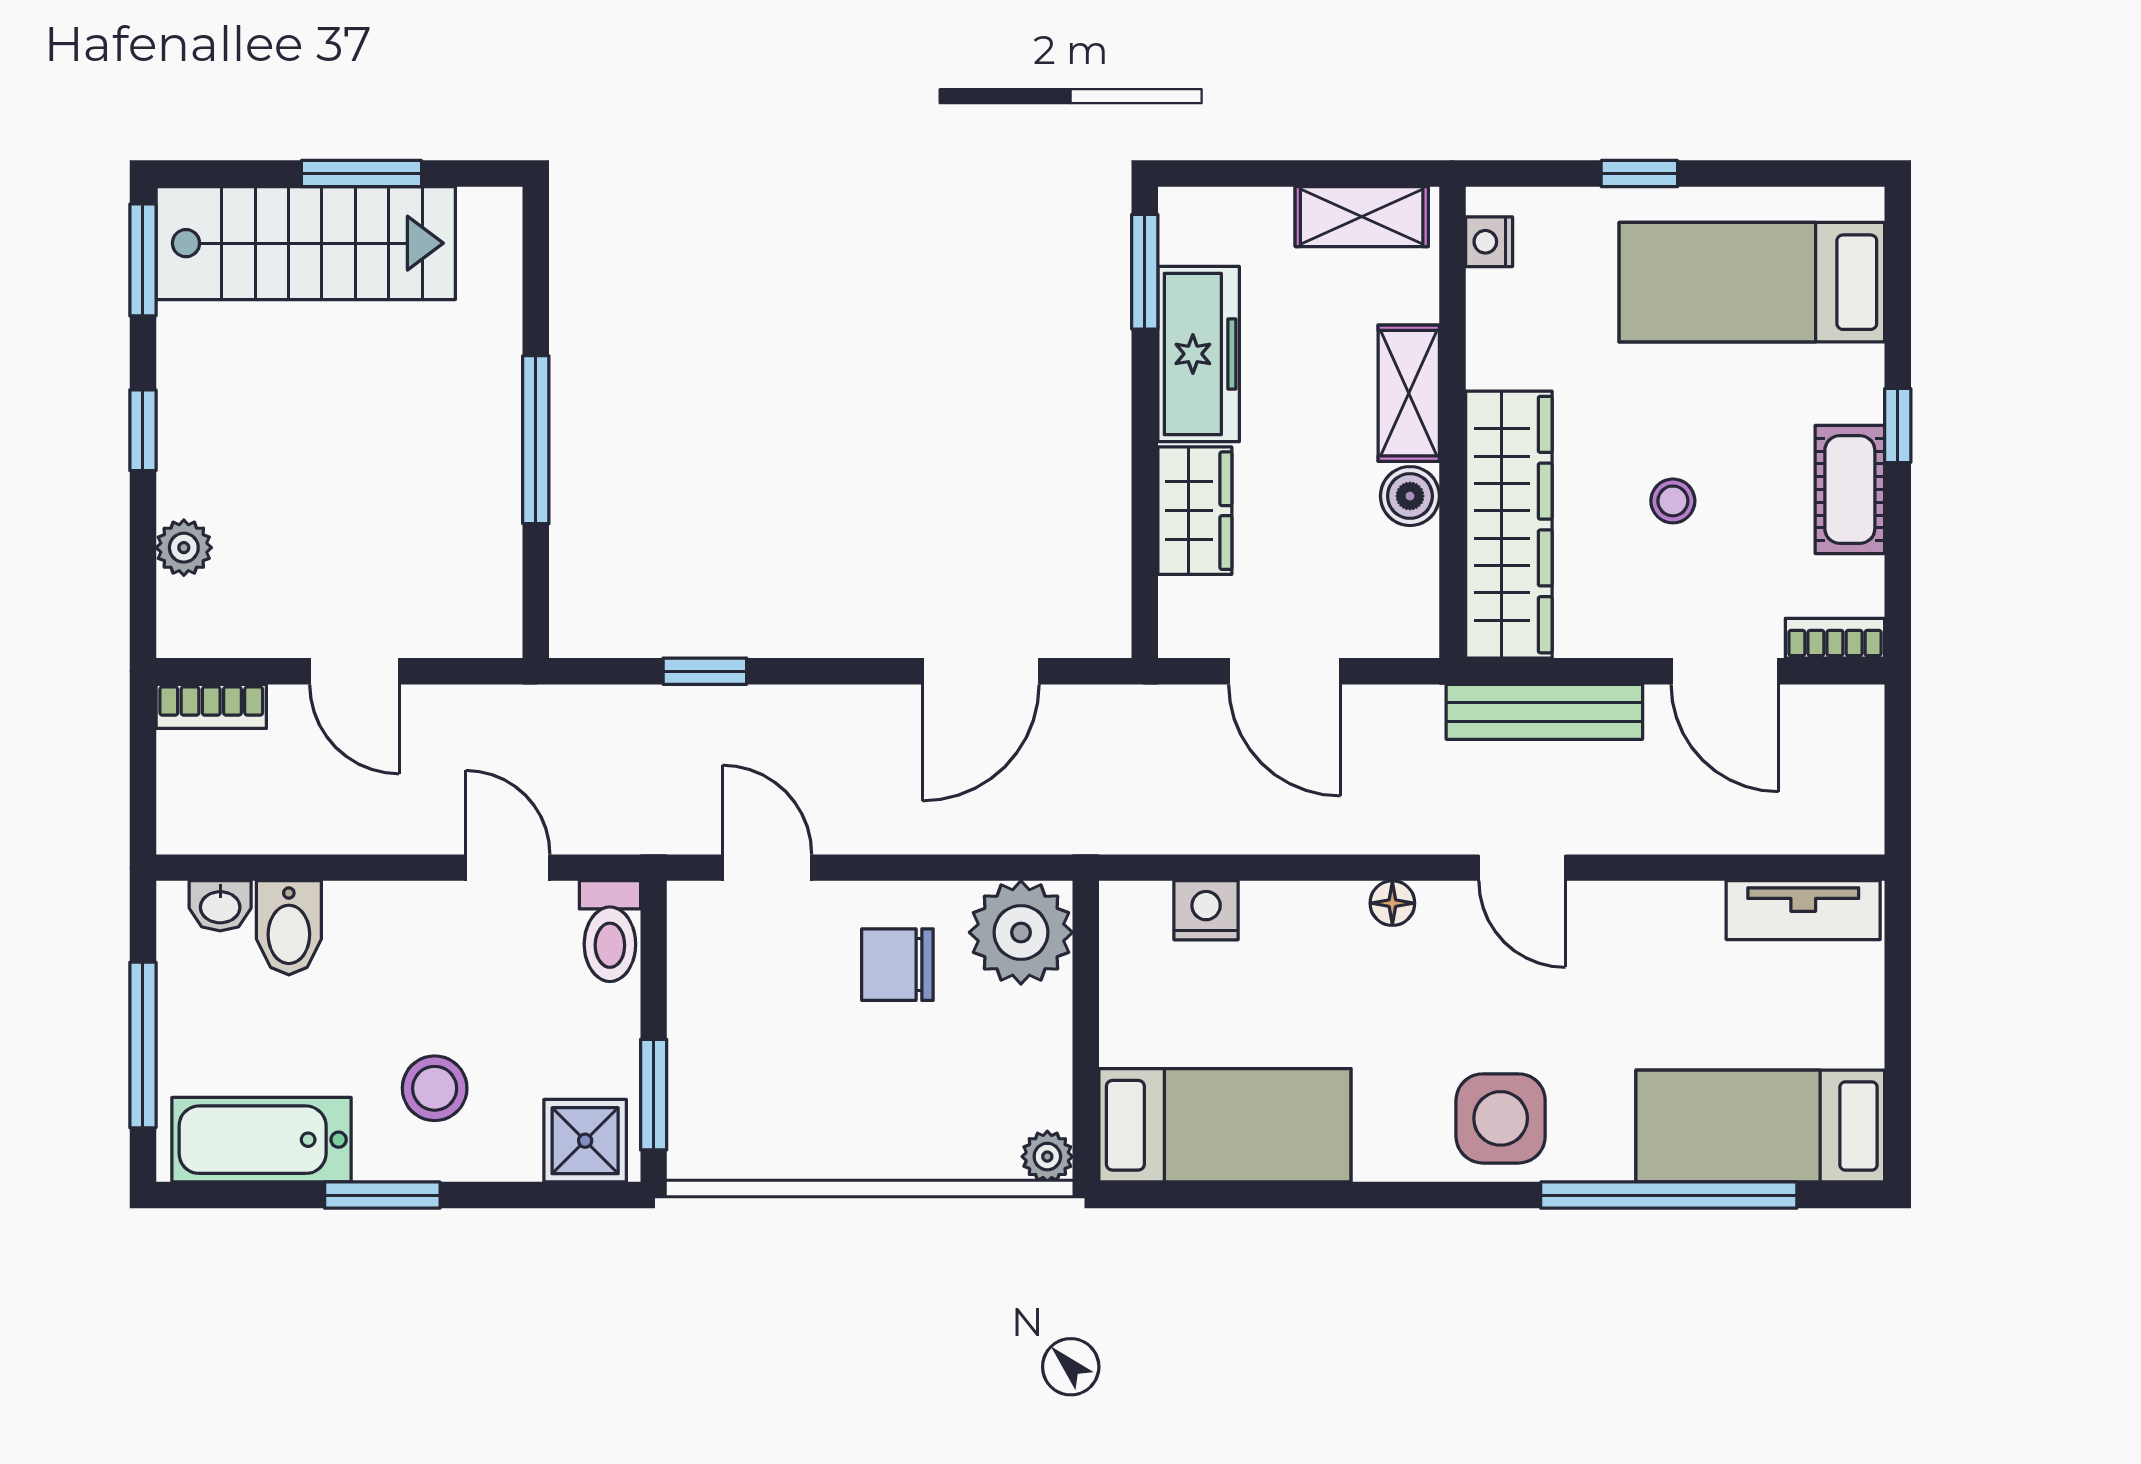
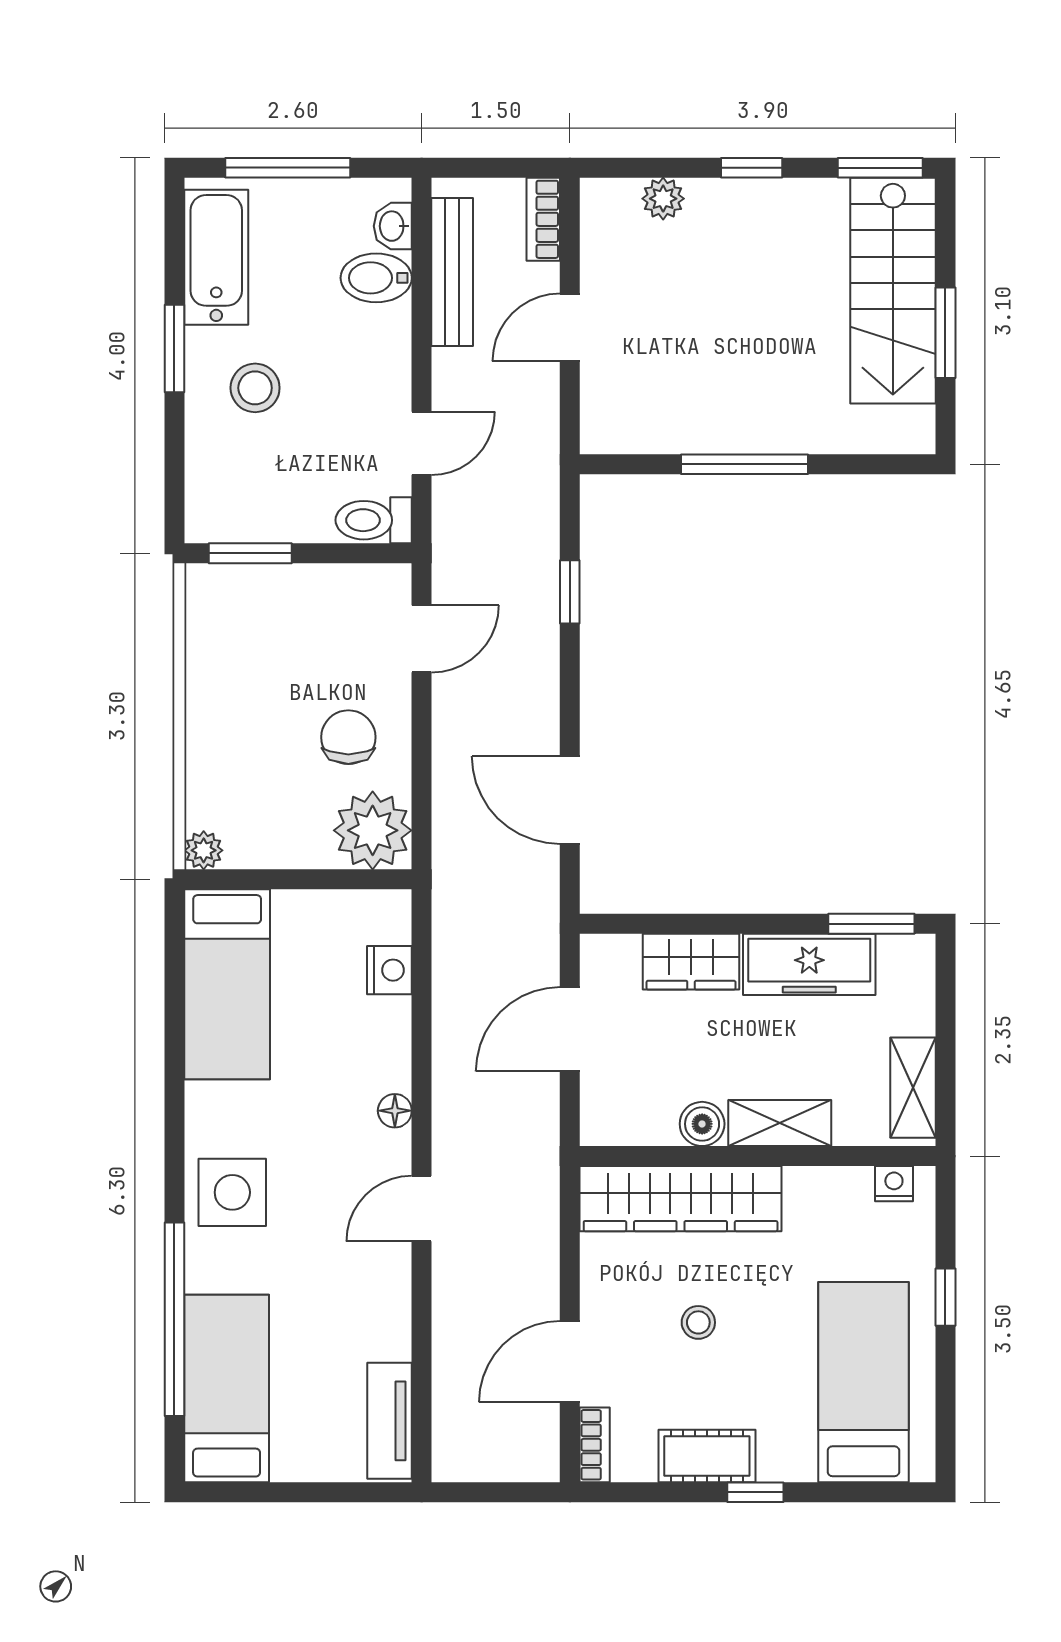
bench: (1544, 712) -> (452, 272), moved
shower: (585, 1141) -> (216, 501), removed

